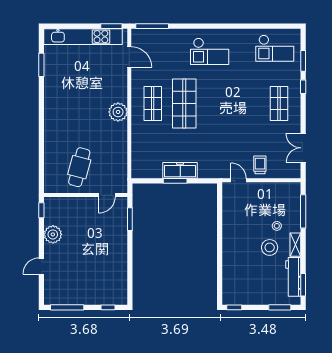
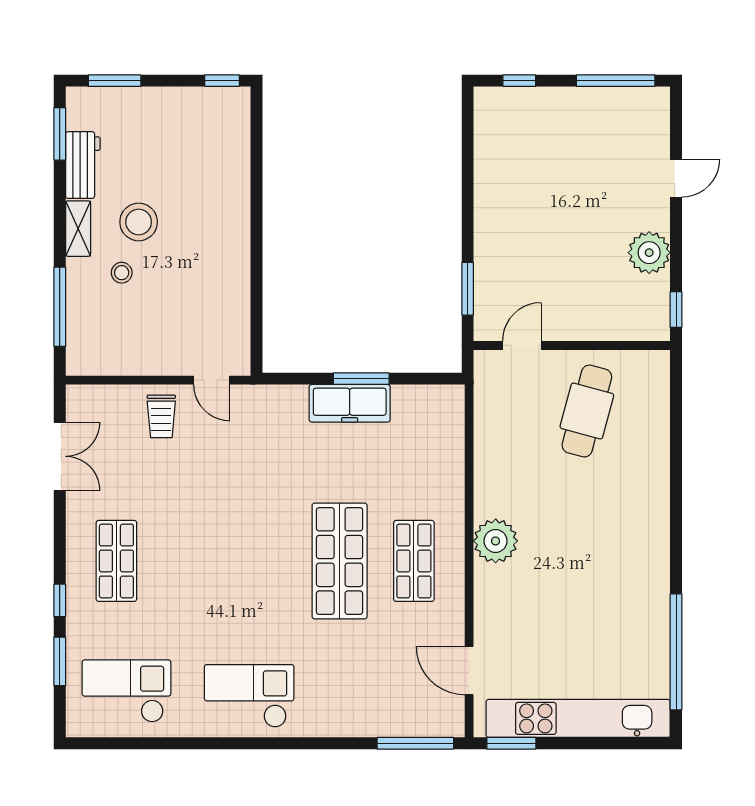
checkout: (210, 51) -> (249, 696), moved
window: (41, 65) -> (676, 652), width x2.11
workbench: (293, 277) -> (83, 165), width x0.73

